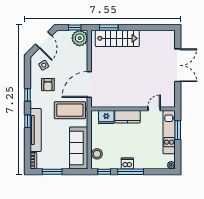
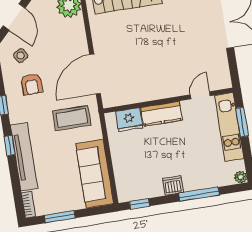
coffee table: (70, 110) -> (72, 118), width x0.73, depth x0.76
stool: (97, 154) -> (124, 178), removed
window: (131, 172) -> (199, 194), moved

